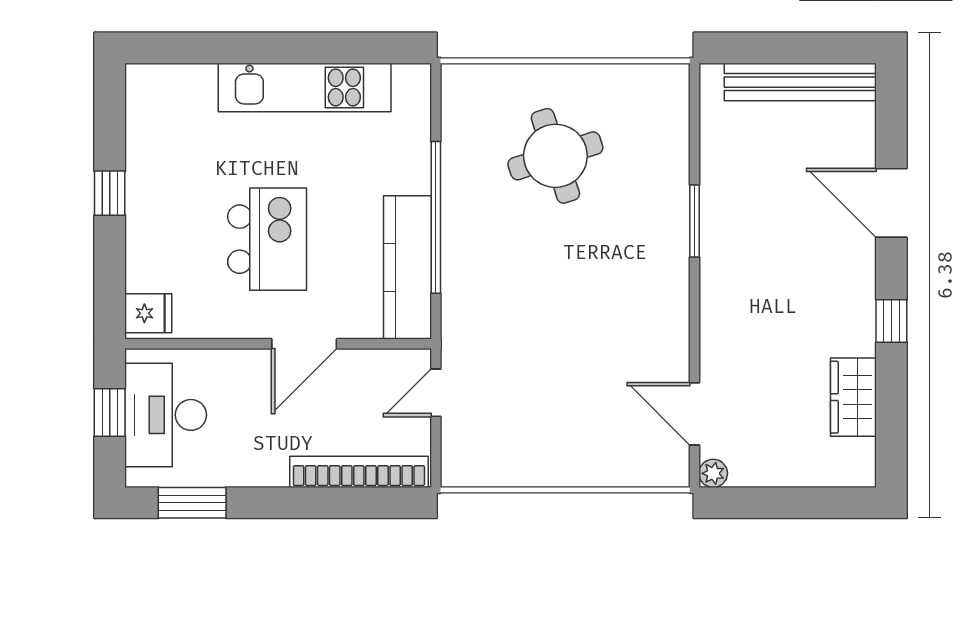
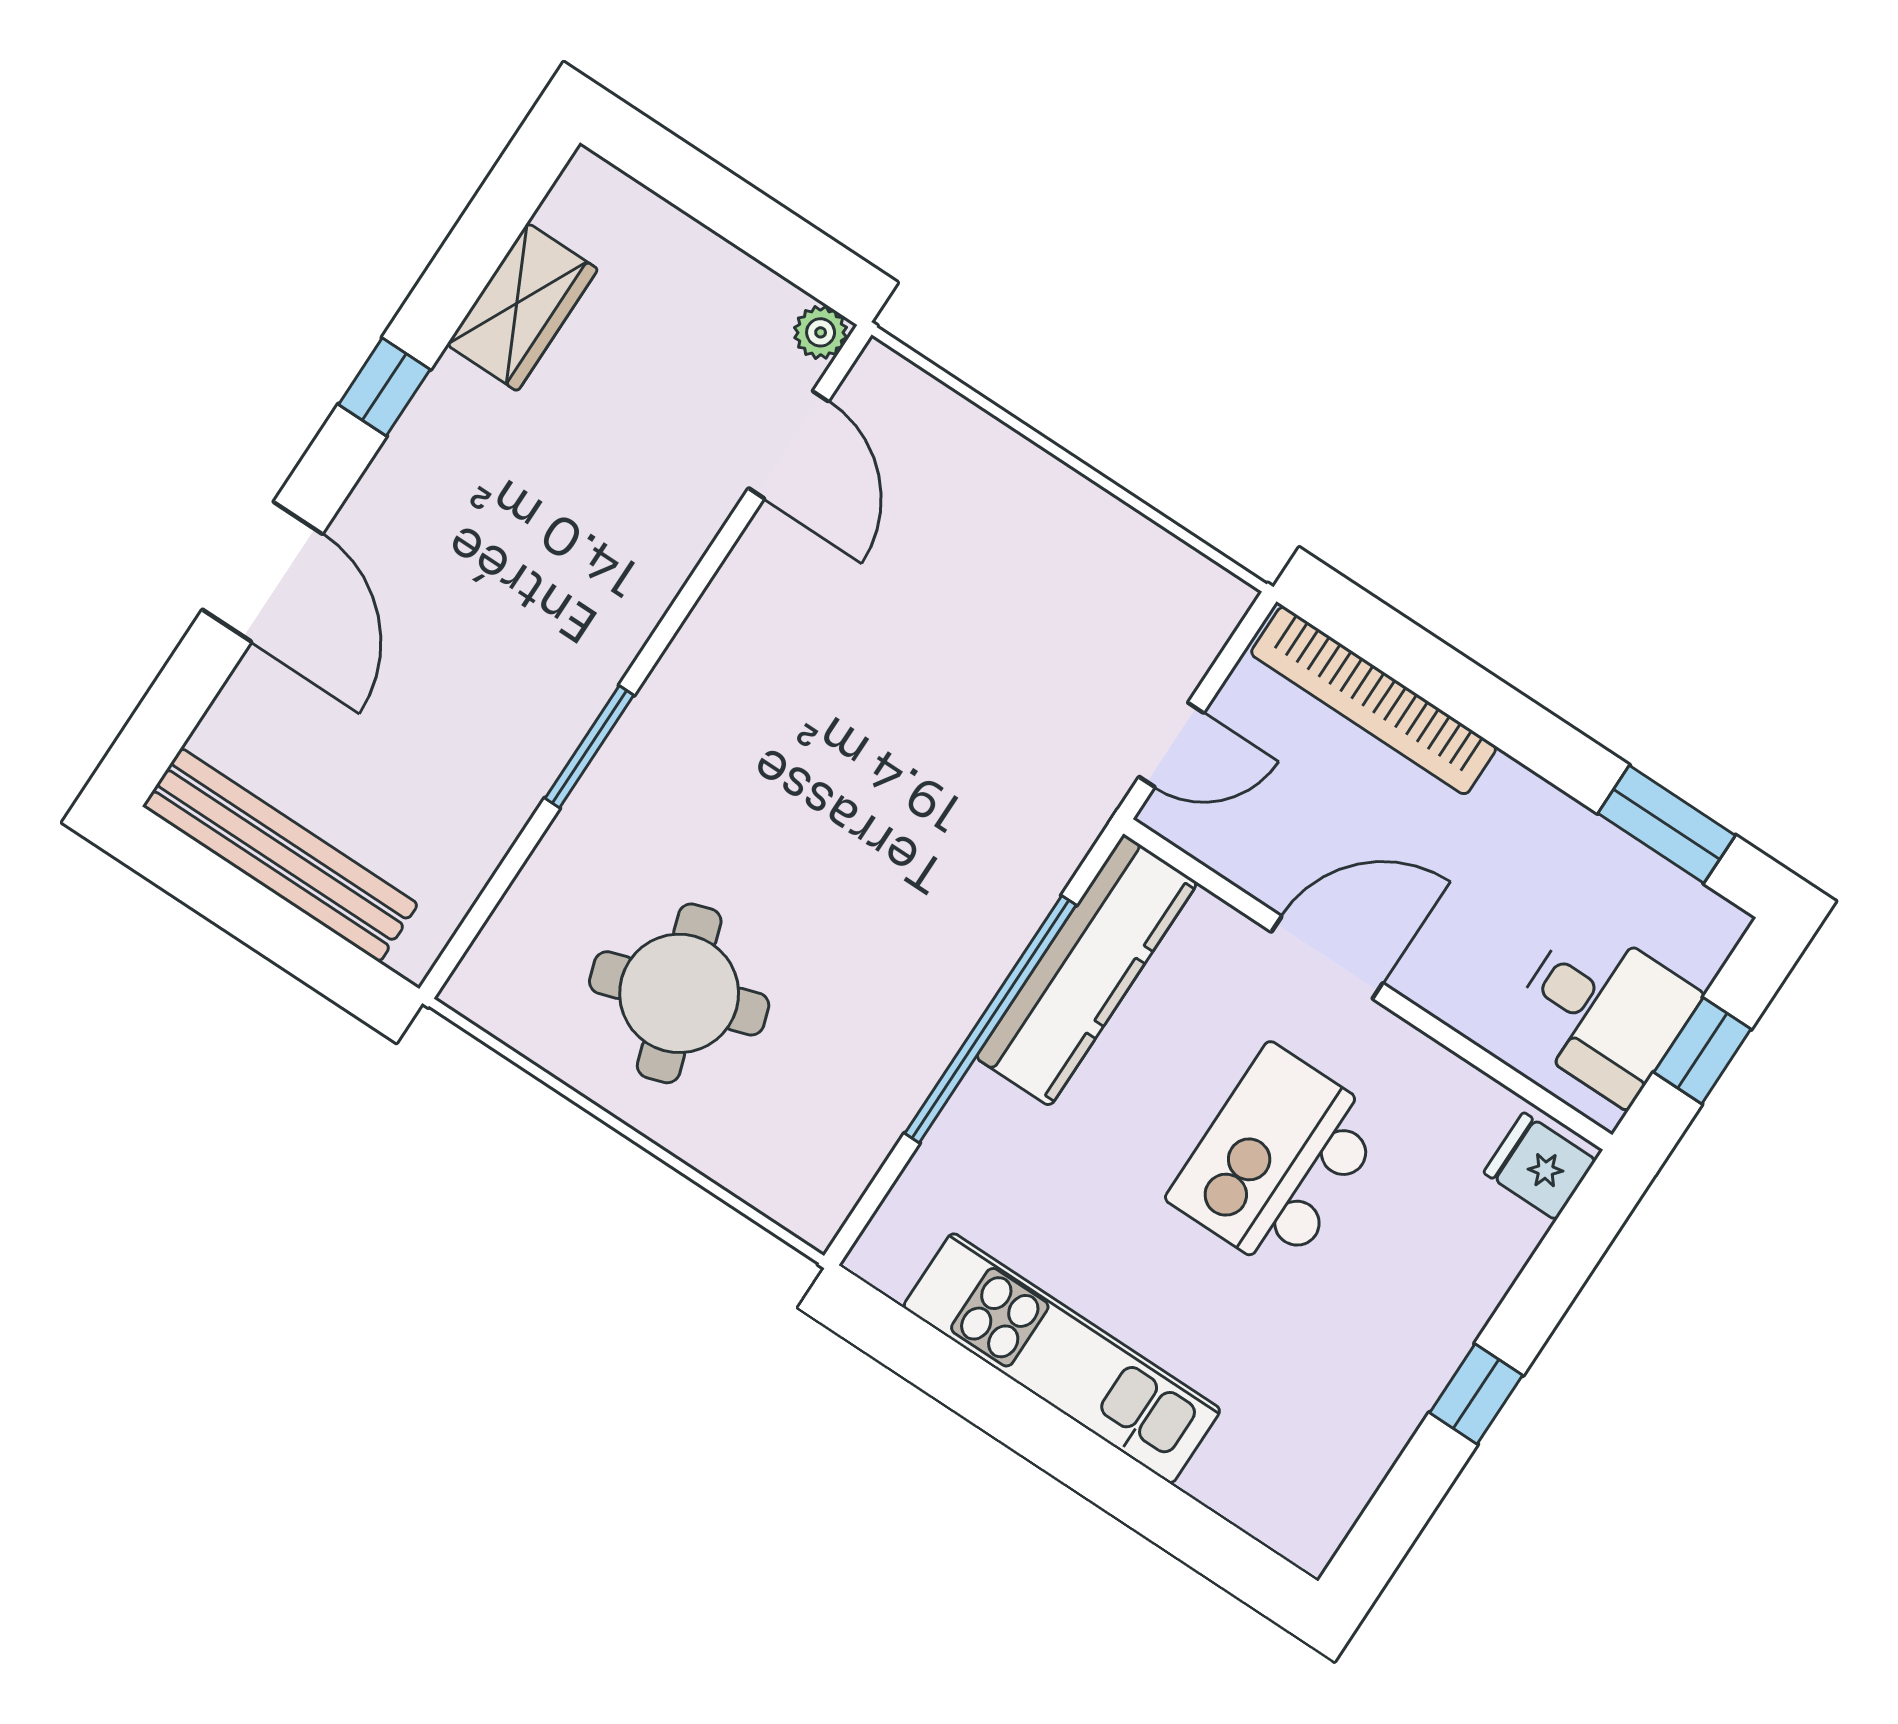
round table: (555, 156) -> (679, 993), moved
desk: (166, 415) -> (1603, 1011), width x0.73

